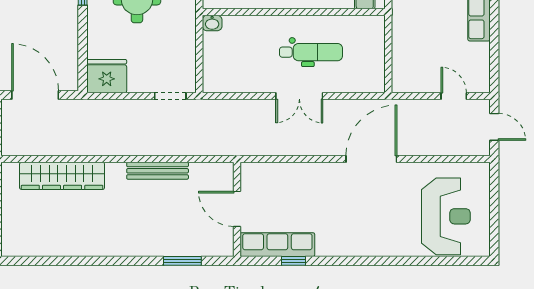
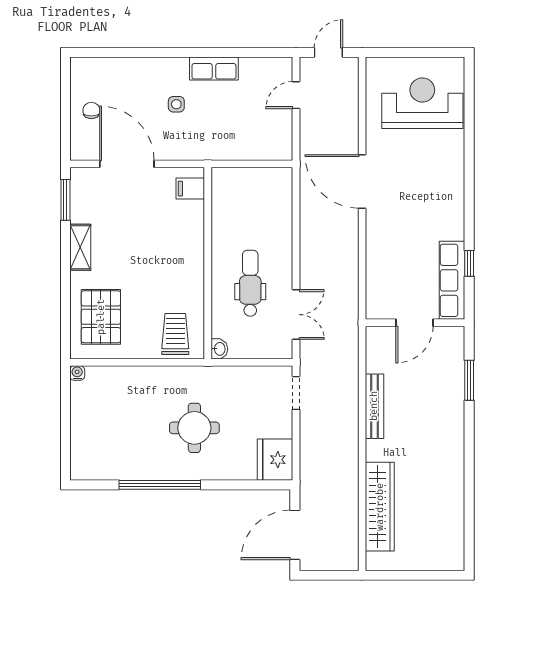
dental chair: (311, 52) -> (250, 283), moved
double door: (299, 96) -> (296, 315), moved

